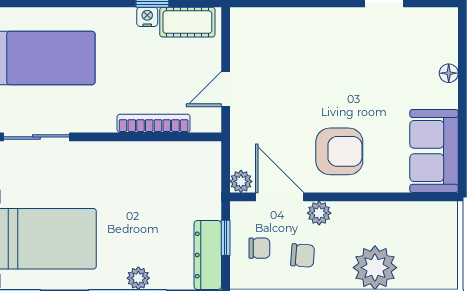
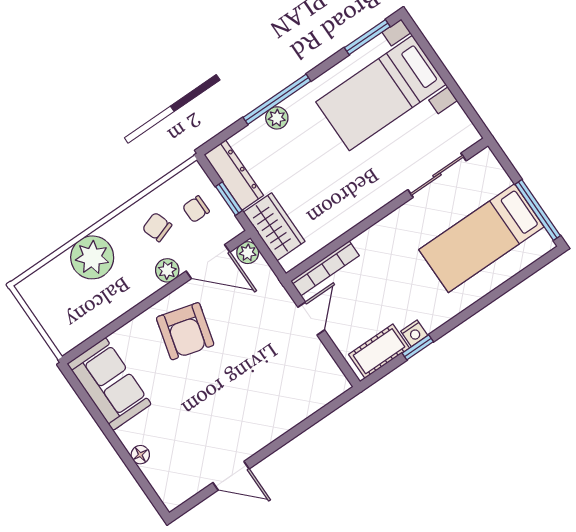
bookcase: (154, 123) -> (325, 268), moved
armchair: (339, 151) -> (185, 331), turned -75
wardrobe: (204, 188) -> (274, 227), added
chair: (303, 255) -> (157, 227), turned 67

